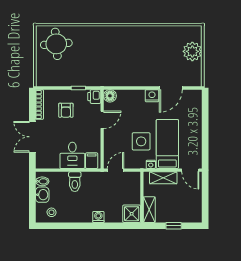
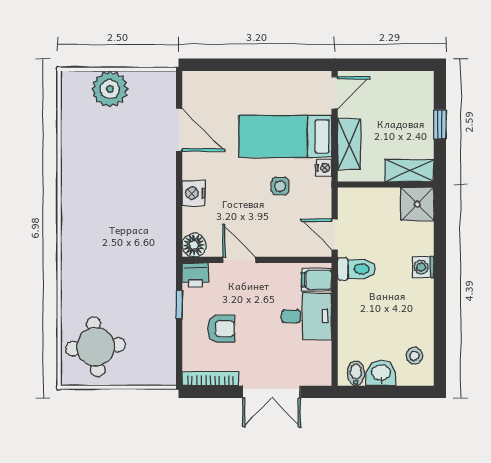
nightstand: (152, 96) -> (194, 193), moved
side table: (141, 141) -> (280, 186), width x0.54, depth x0.54
toilet: (75, 182) -> (356, 269), moved

